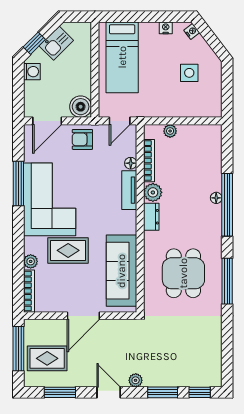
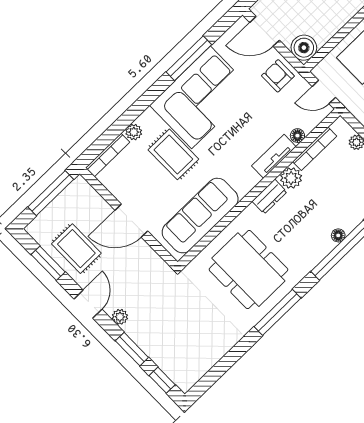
dining table: (183, 273) -> (248, 270), width x1.38
rug: (47, 358) -> (76, 249), moved

